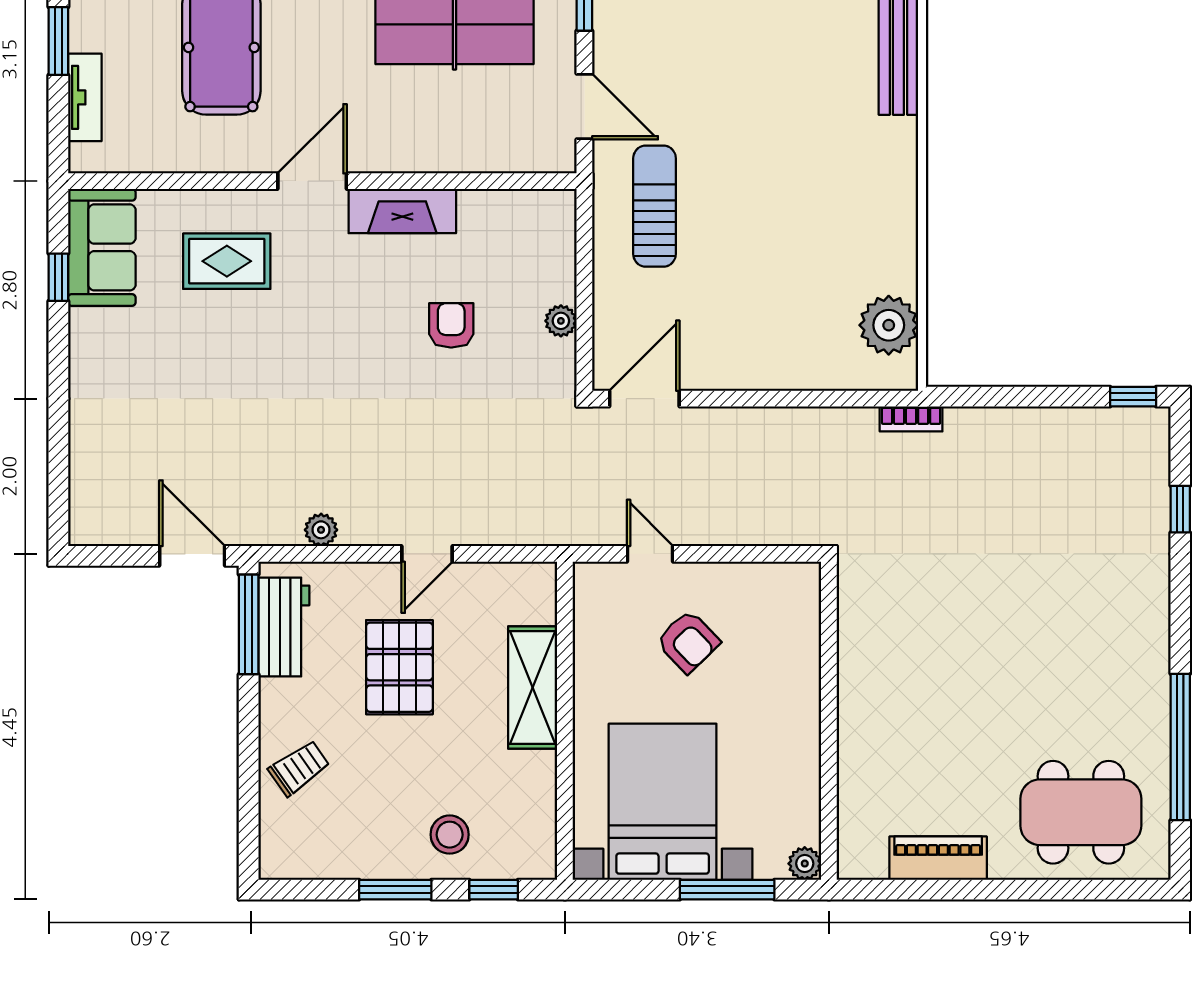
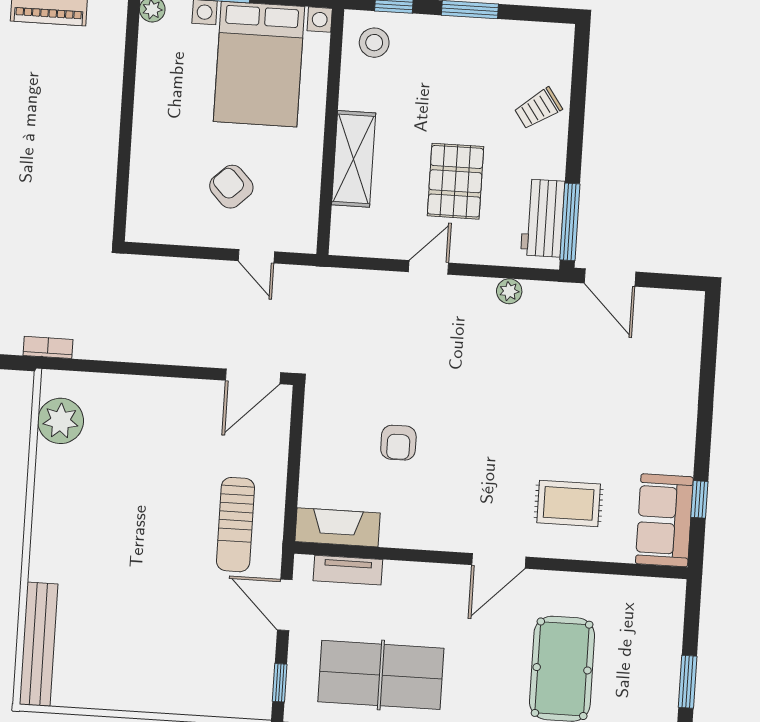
tv unit: (85, 97) -> (348, 570), moved, turned -90
fireplace: (402, 211) -> (337, 527), moved
plant: (561, 321) -> (314, 441), removed
stool: (450, 835) -> (374, 43), moved

